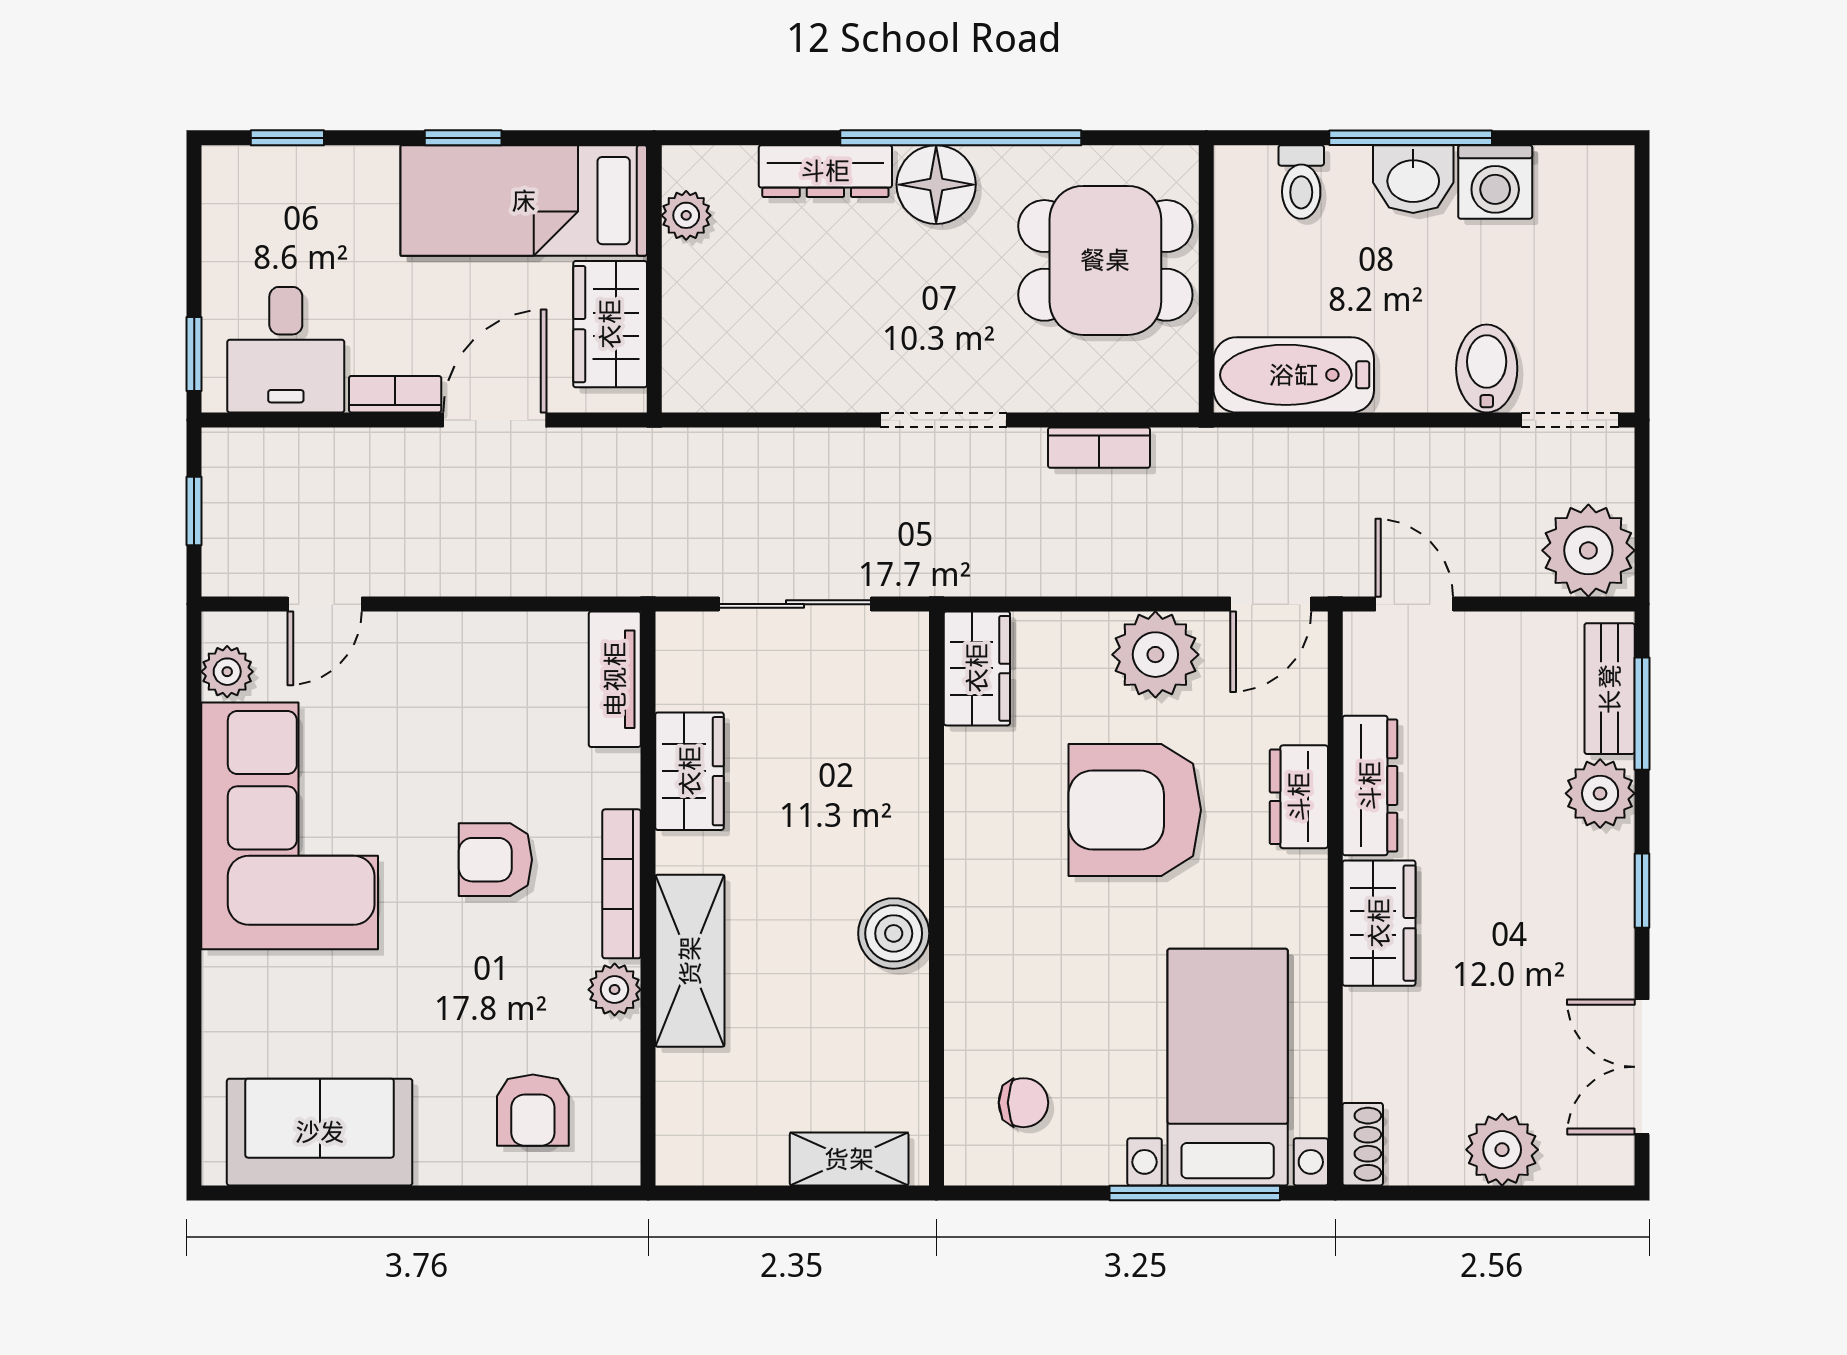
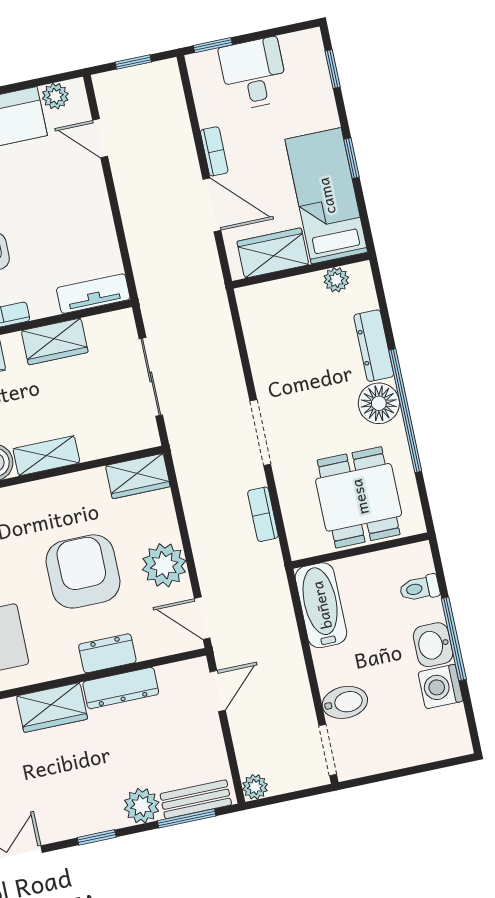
desk: (286, 350) -> (254, 74), moved, turned 90
plant: (1588, 550) -> (255, 787), width x0.53, depth x0.53
shelving: (902, 833) -> (46, 456), added

